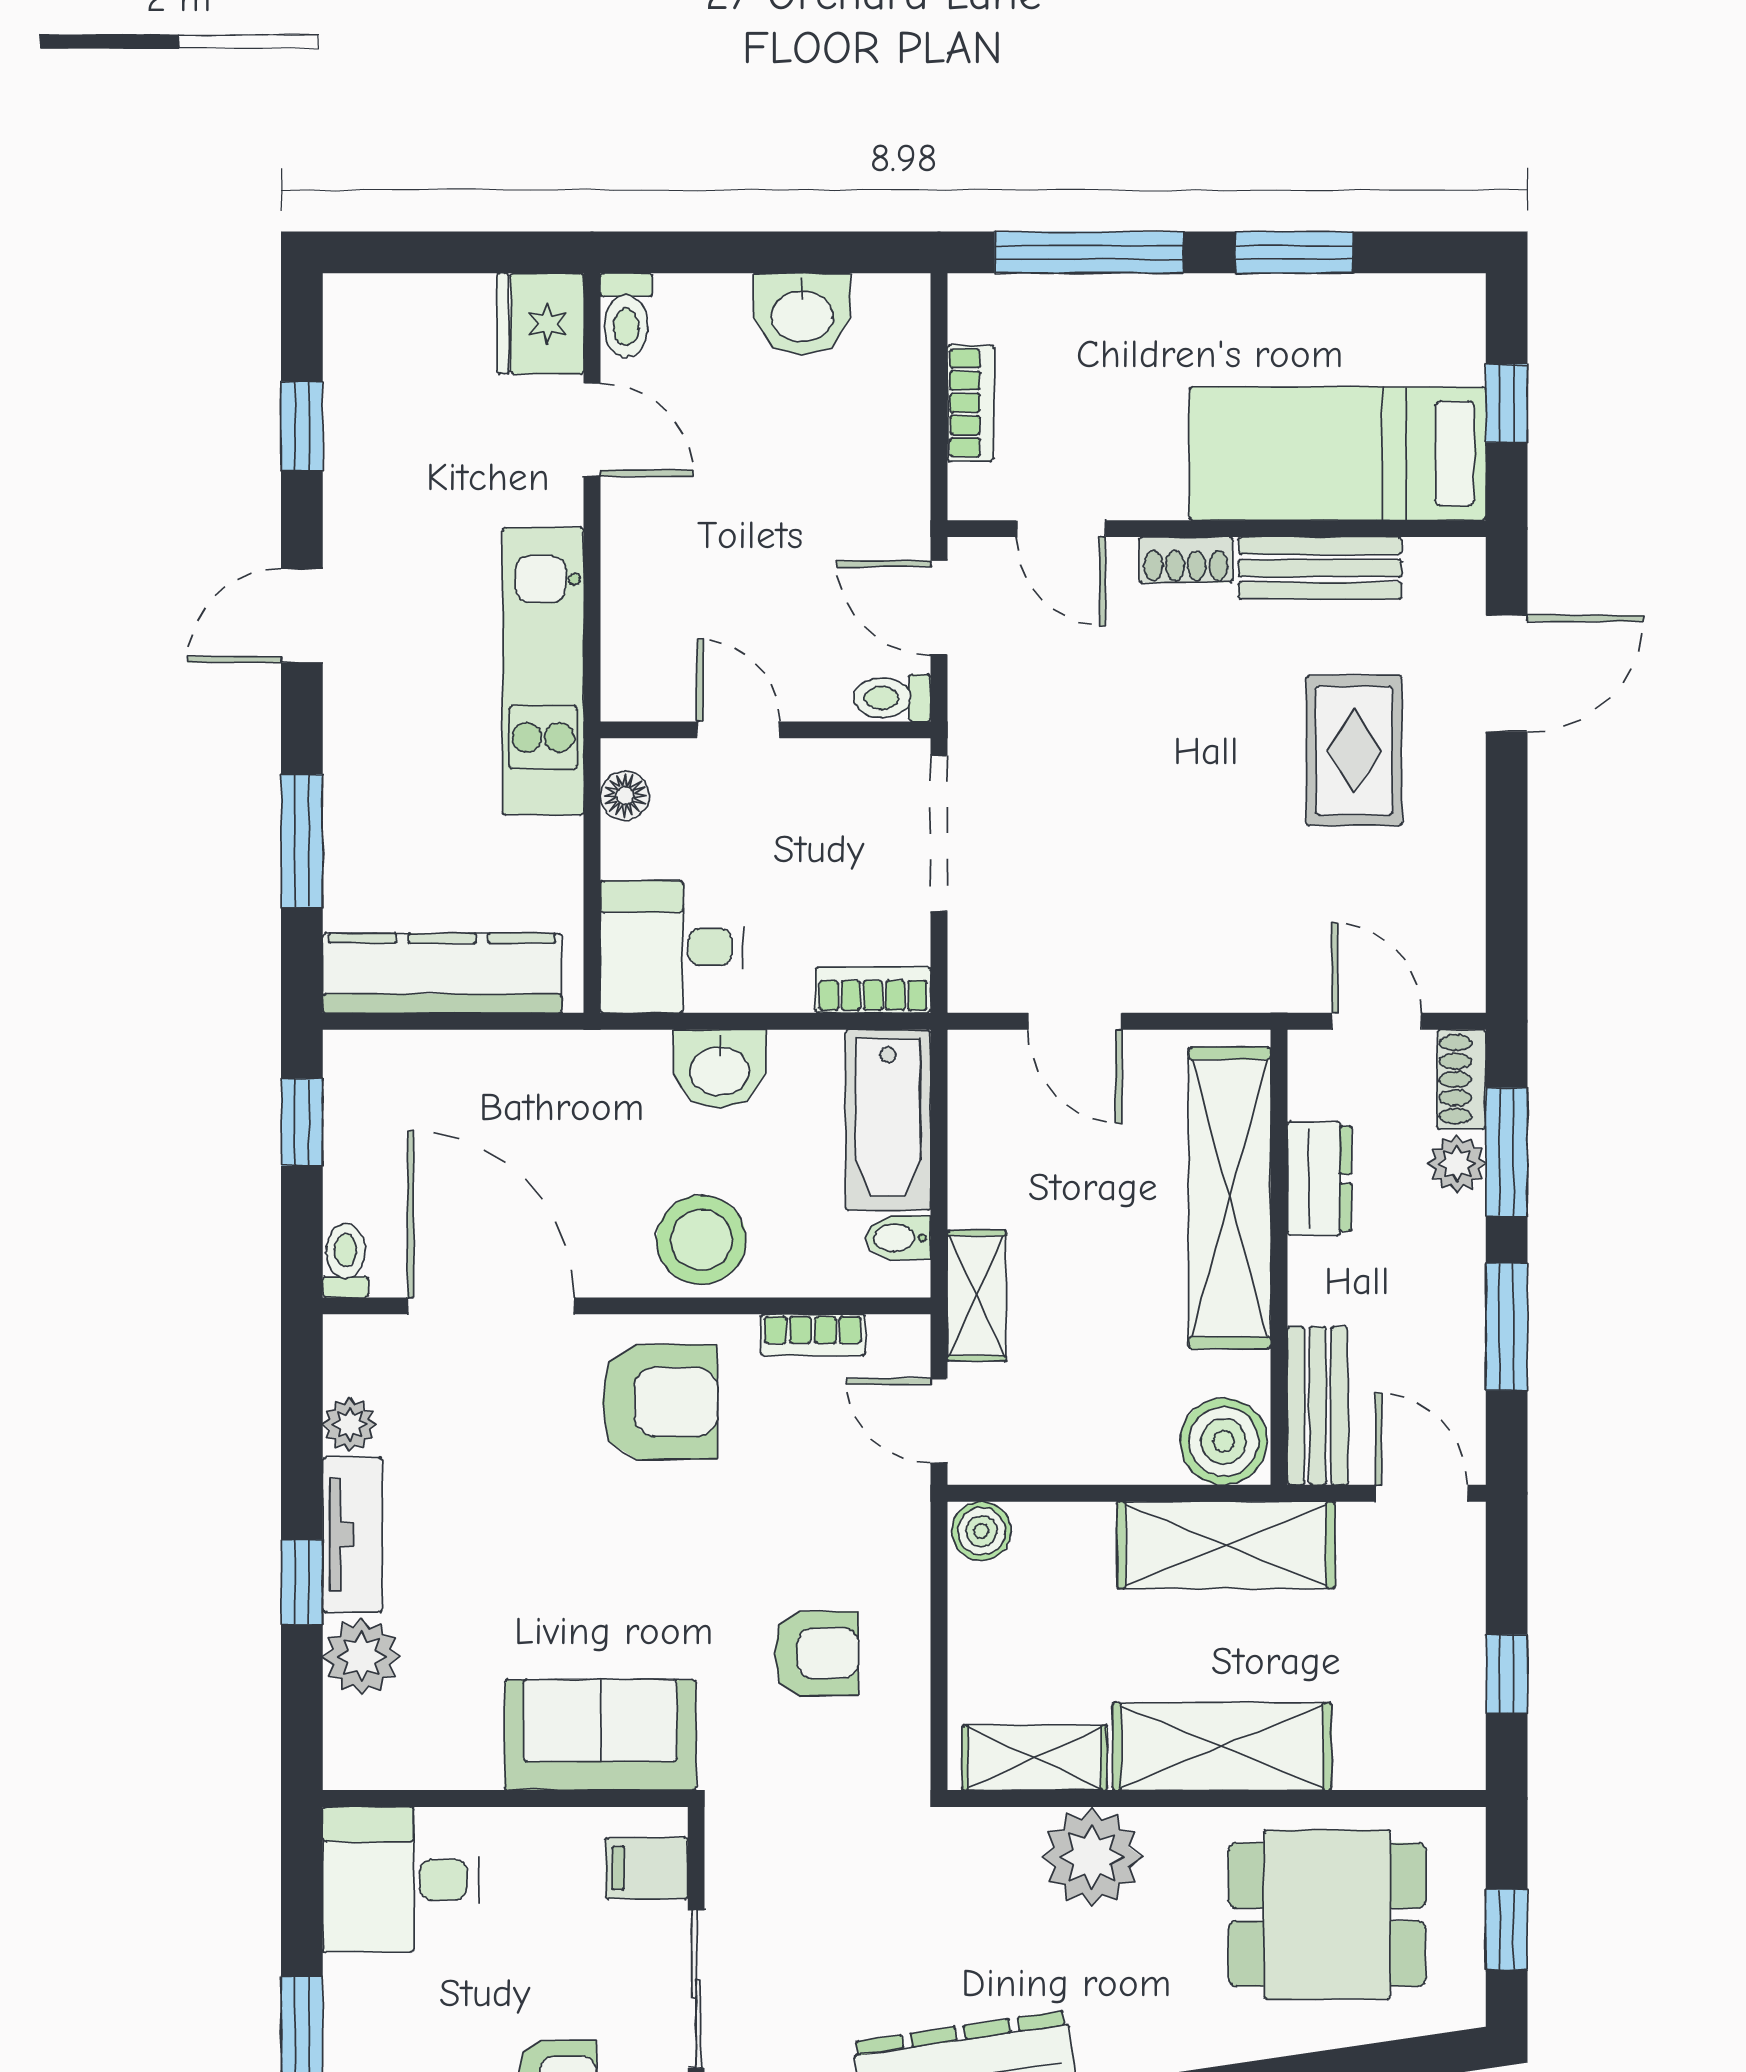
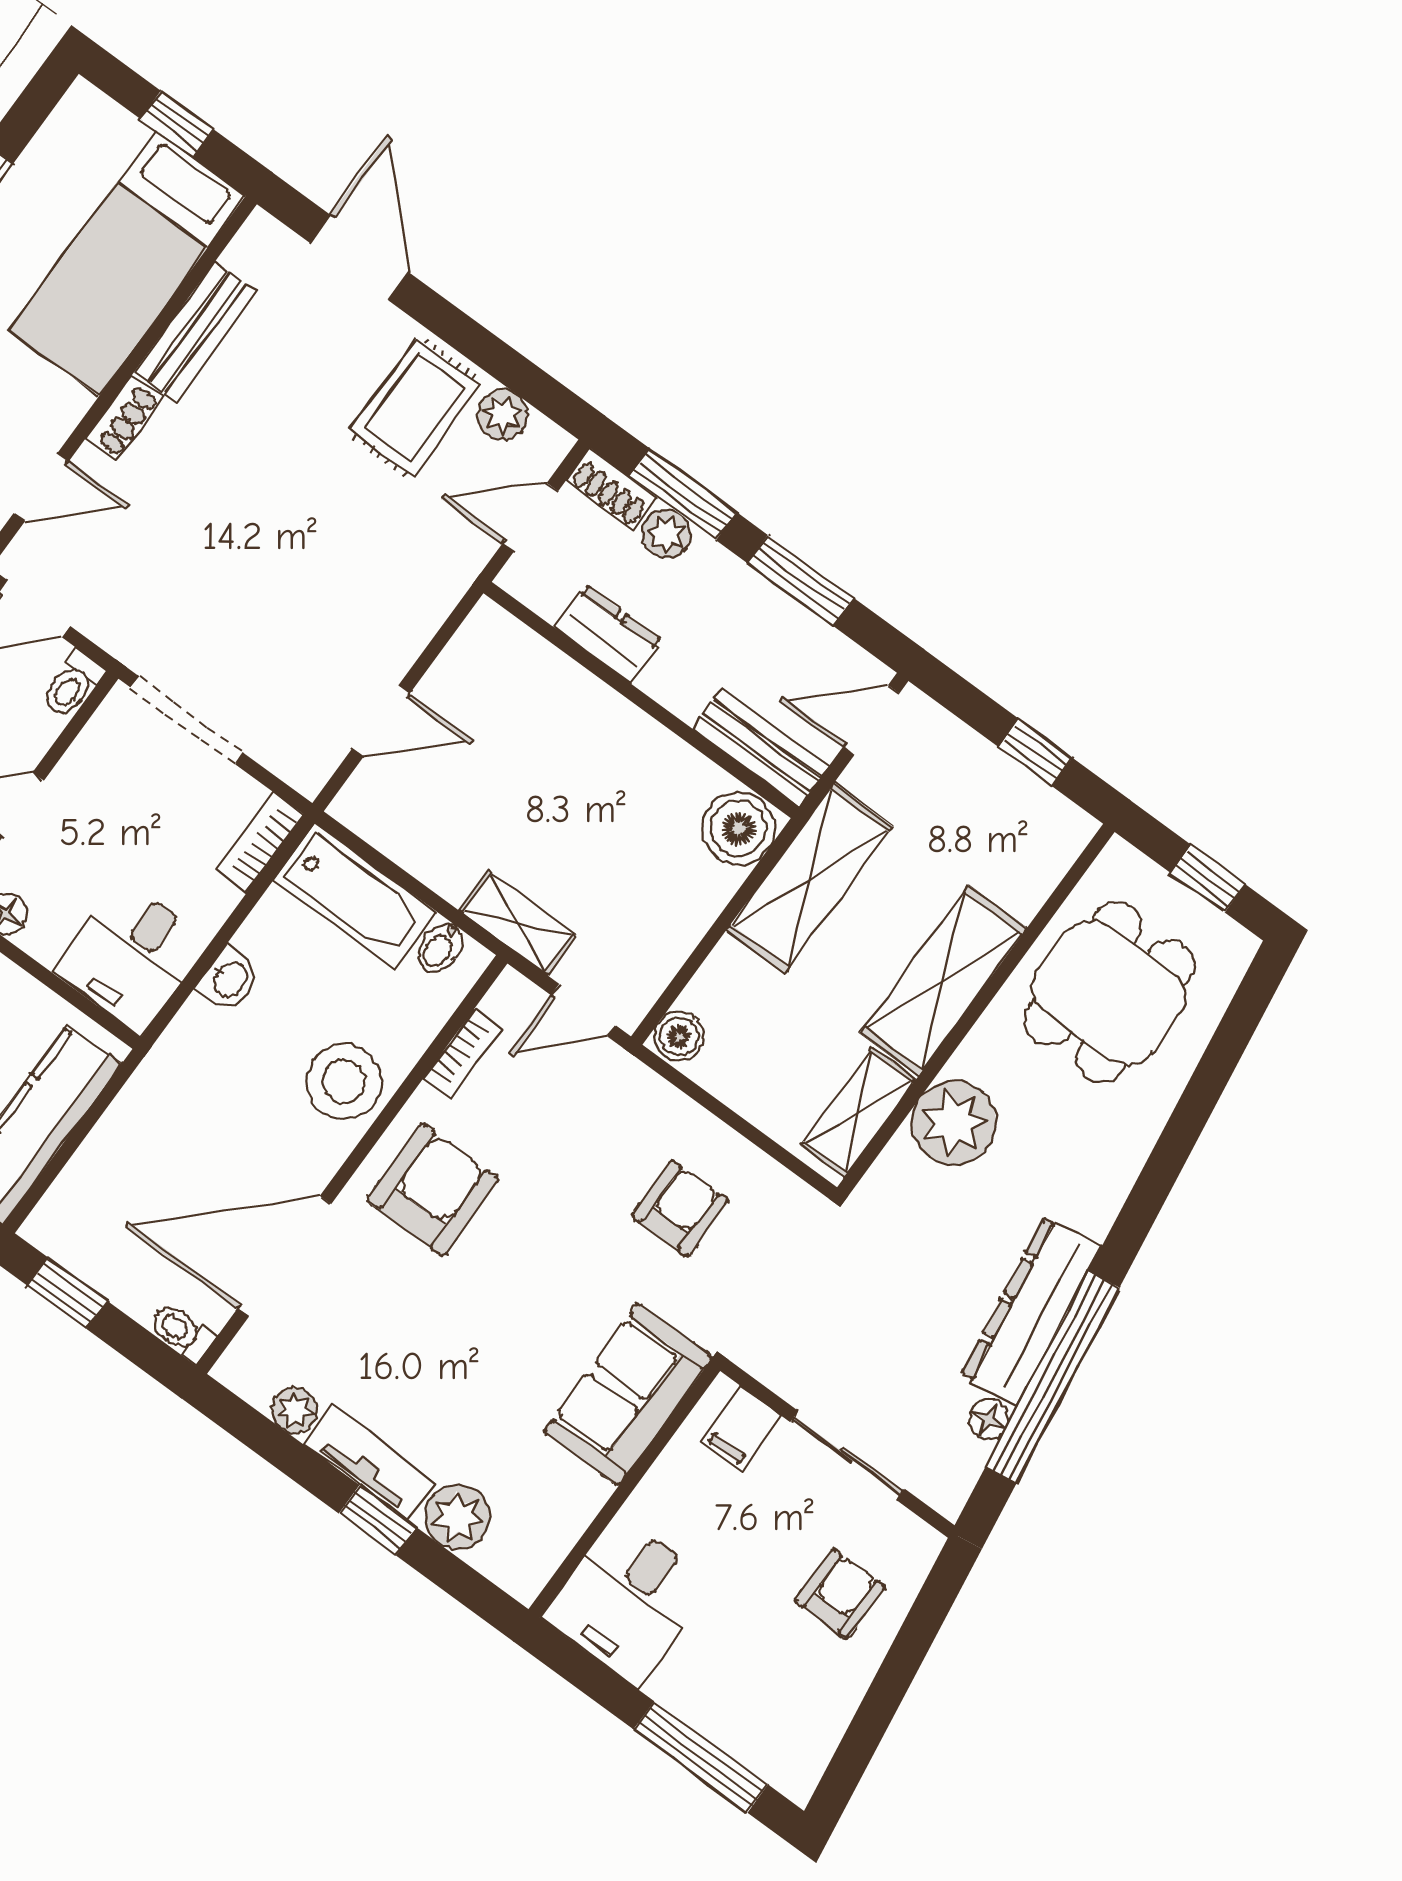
rug: (1354, 751) -> (415, 408), moved, turned 90
plant: (1456, 922) -> (503, 415), added
washbasin: (720, 1069) -> (229, 979), width x0.72, depth x0.69
shelving: (1230, 1198) -> (577, 704), removed

